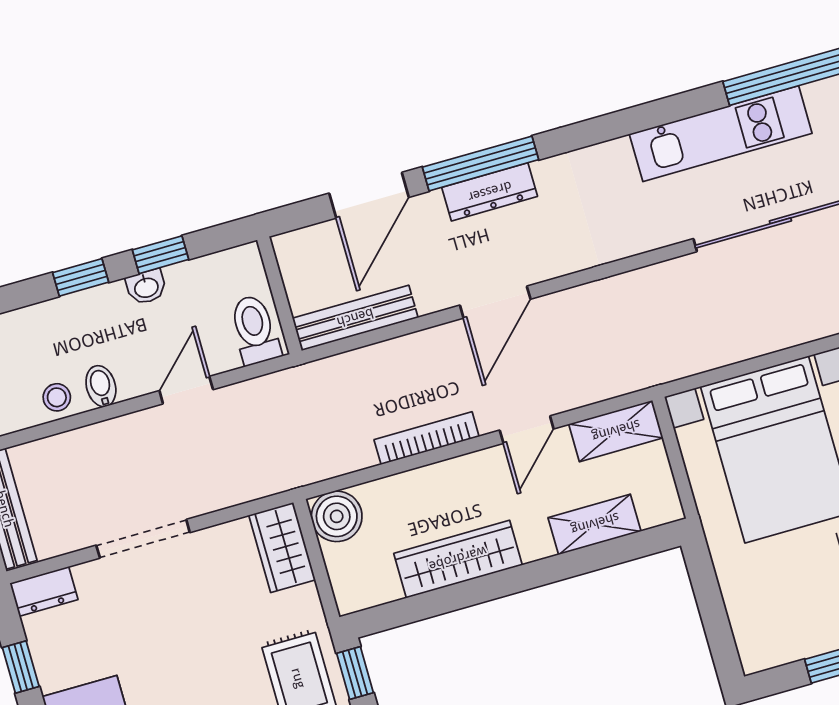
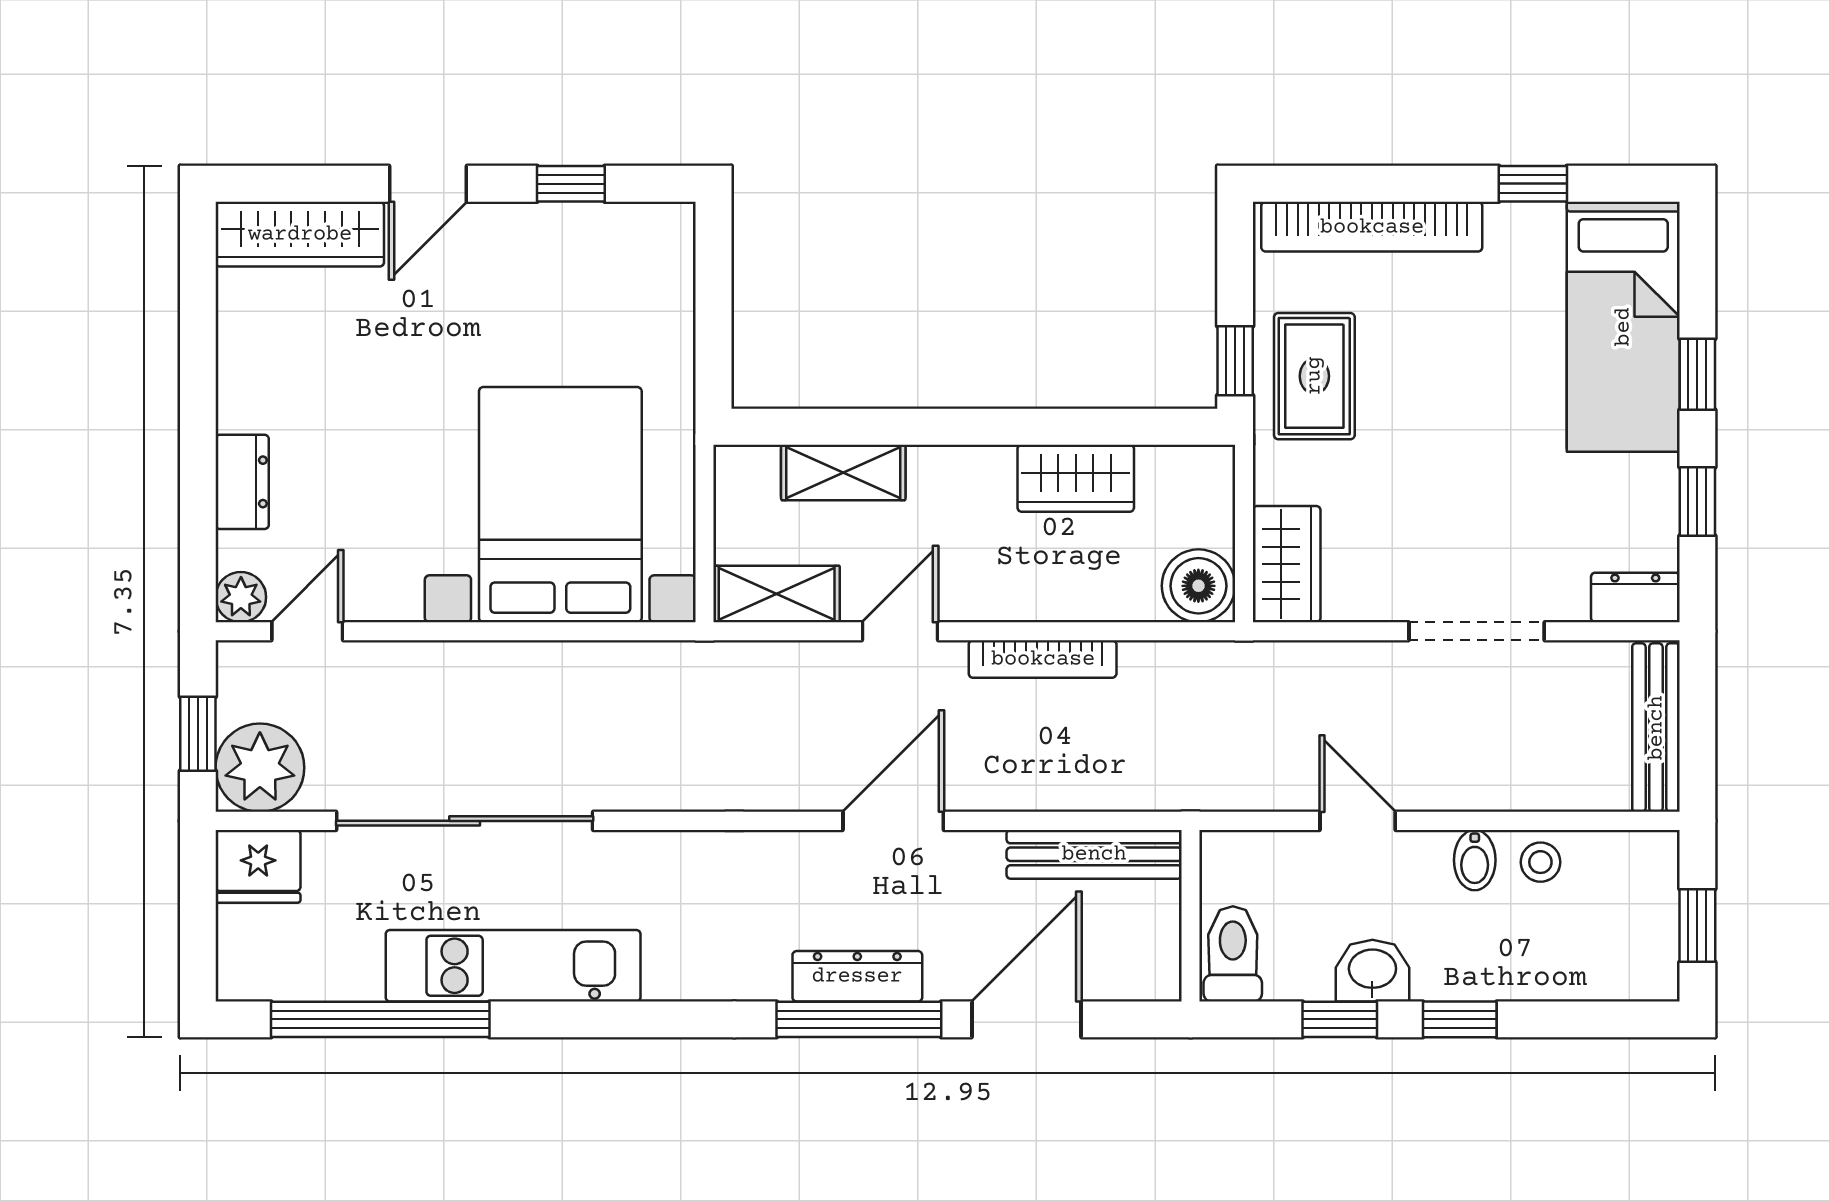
washbasin: (146, 287) -> (1372, 971), width x1.38, depth x1.45
toilet: (255, 330) -> (1233, 954), moved, turned 180
door: (186, 390) -> (1358, 821), swing flipped
wardrobe: (458, 559) -> (1076, 478), width x0.67

